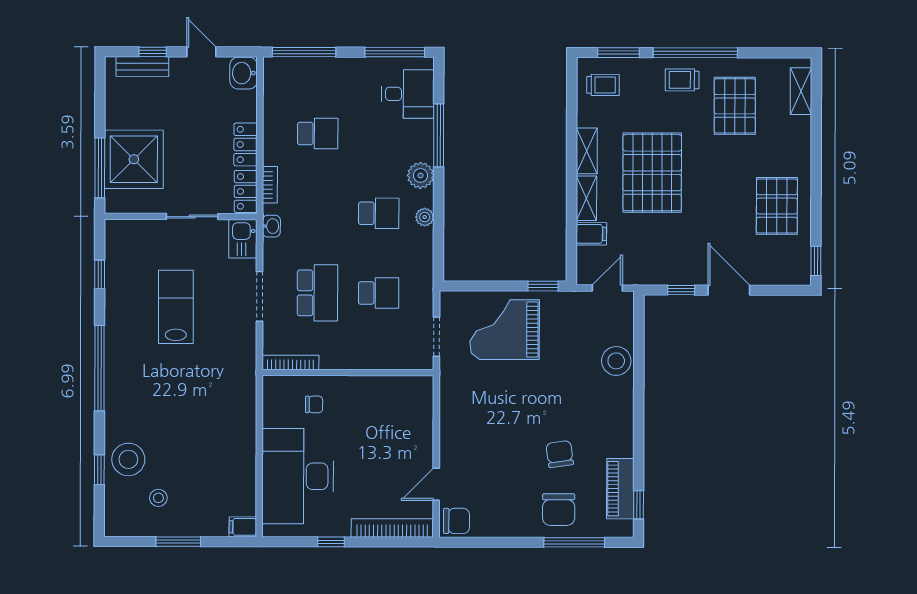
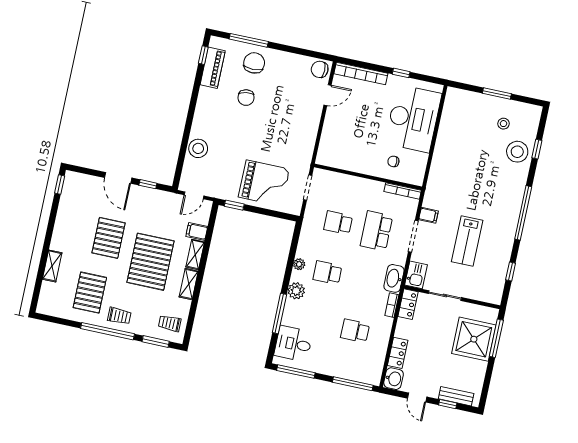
shelving: (801, 91) -> (52, 266), moved
locker: (245, 144) -> (398, 353), moved
pallet: (777, 206) -> (109, 238), moved
washbasin: (271, 226) -> (394, 278), width x1.91, depth x1.45
filing cabinet: (243, 527) -> (428, 215), moved

